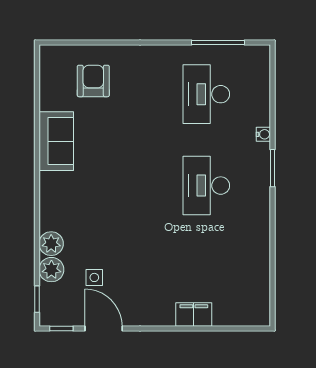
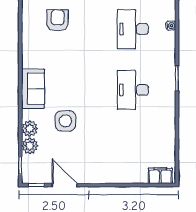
water cooler: (263, 134) -> (171, 26), moved
sofa: (56, 141) -> (33, 89), moved
side table: (94, 277) -> (65, 121), moved, width x1.87, depth x1.87
filing cabinet: (194, 315) -> (160, 176), moved

